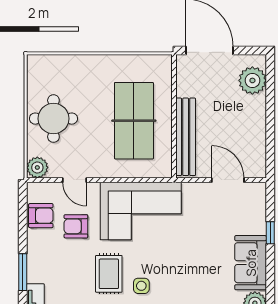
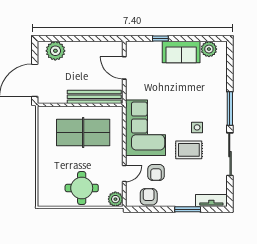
door: (228, 180) -> (124, 68), hinge flipped

